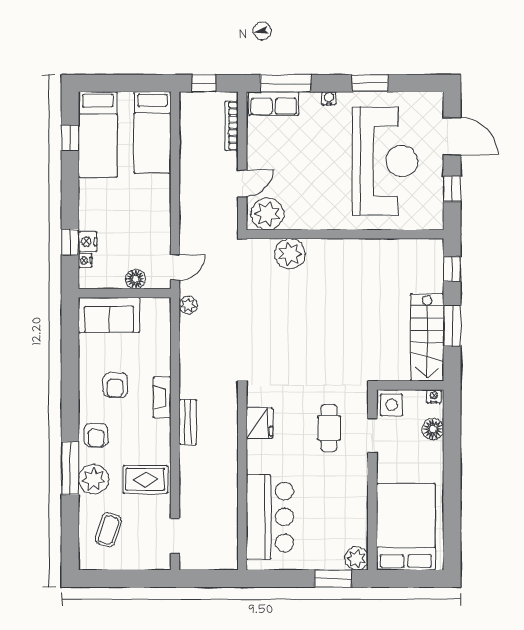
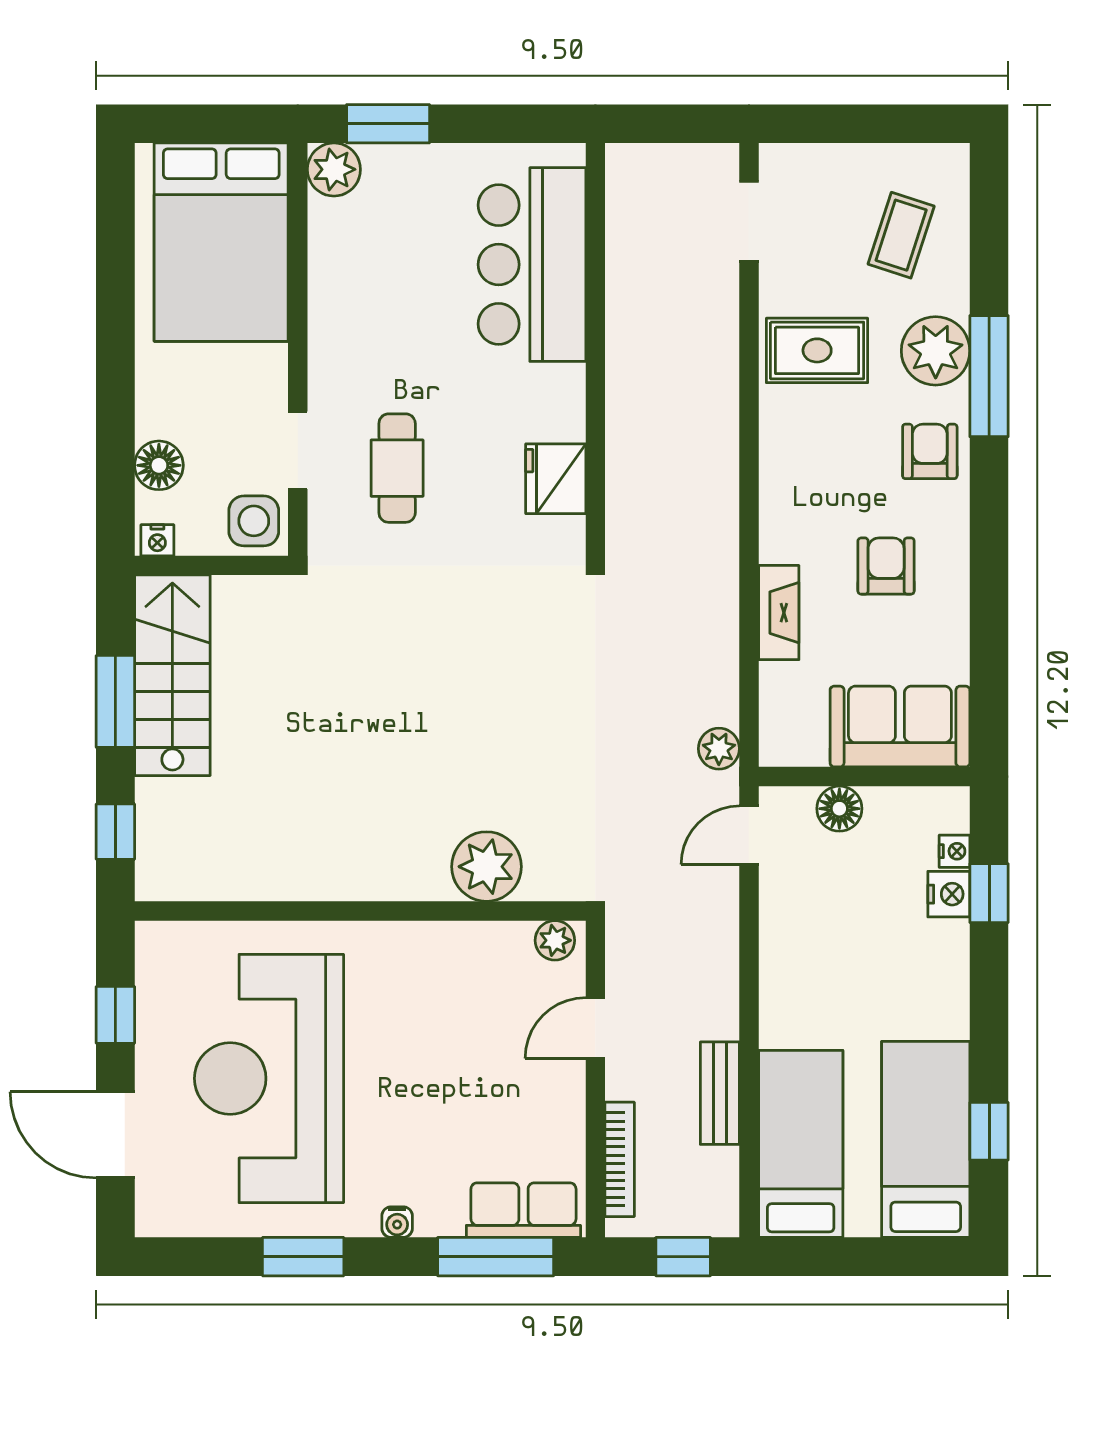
plant: (267, 214) -> (555, 940), width x0.53, depth x0.53
fireplace: (162, 397) -> (779, 613), moved
bench: (188, 422) -> (720, 1093), moved

